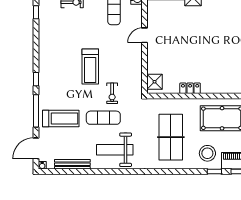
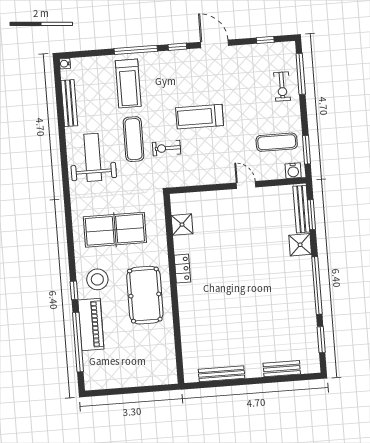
shower: (155, 82) -> (182, 225), moved
locker: (190, 88) -> (182, 269), moved
door: (36, 148) -> (215, 44), moved

